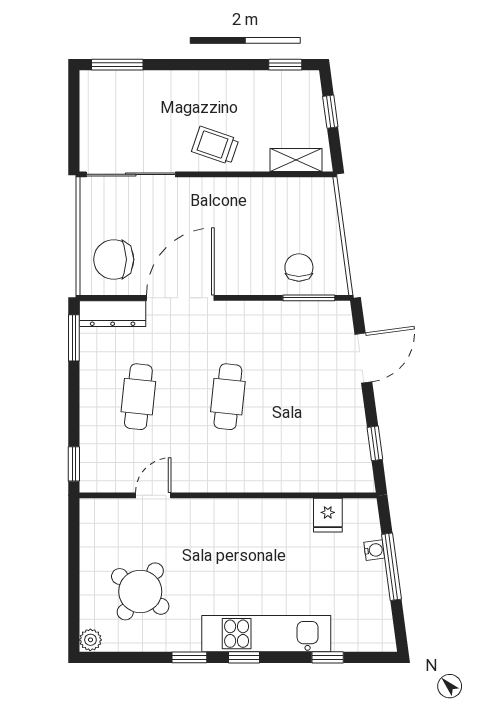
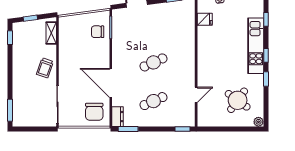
dresser: (113, 314) -> (118, 117), width x0.70
cafe table: (138, 397) -> (153, 101), turned -30
cafe table: (228, 397) -> (153, 62), turned -30
door: (153, 495) -> (196, 95), swing flipped

